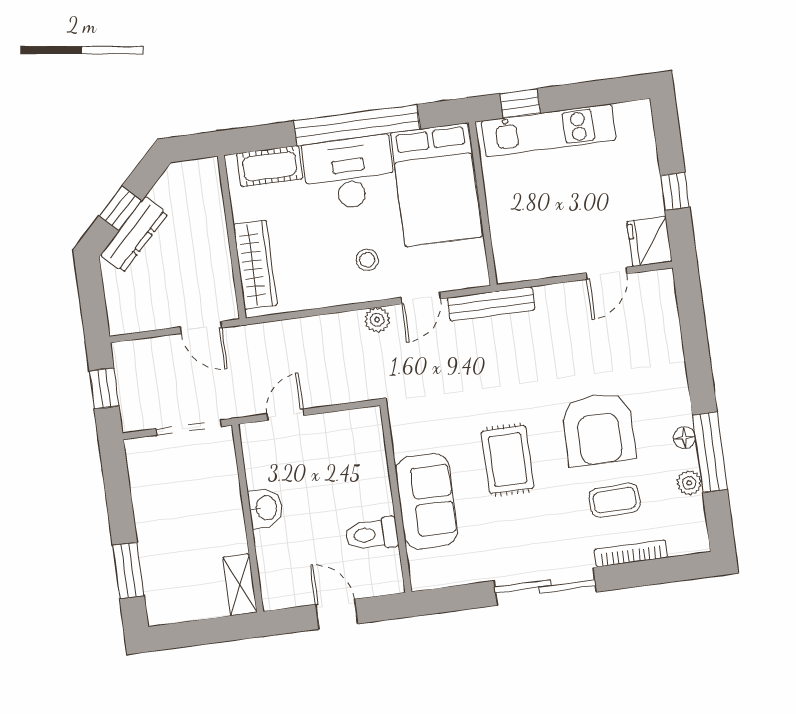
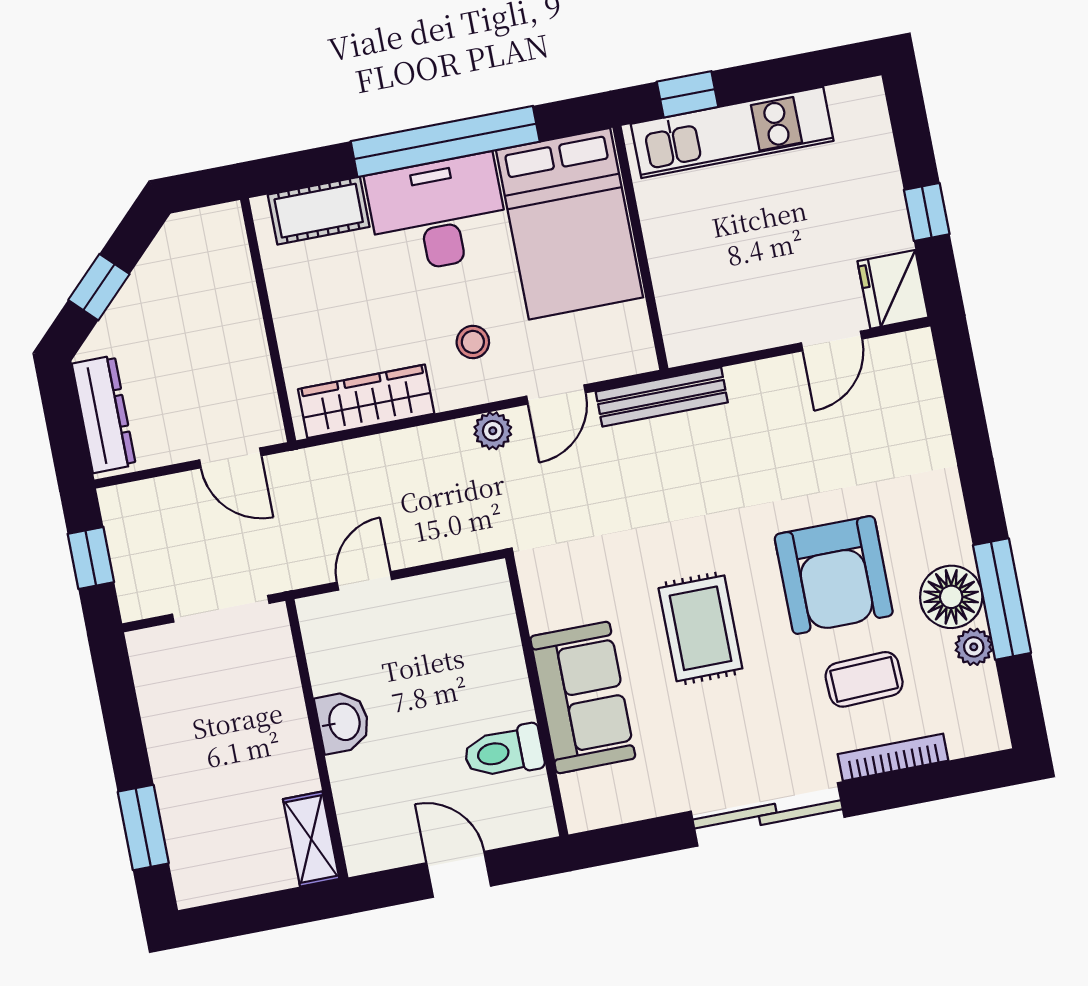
dresser: (134, 234) -> (104, 414), moved, turned -45
wardrobe: (255, 265) -> (366, 401), moved, turned -90
floor lamp: (684, 438) -> (951, 597), width x1.89, depth x1.89

